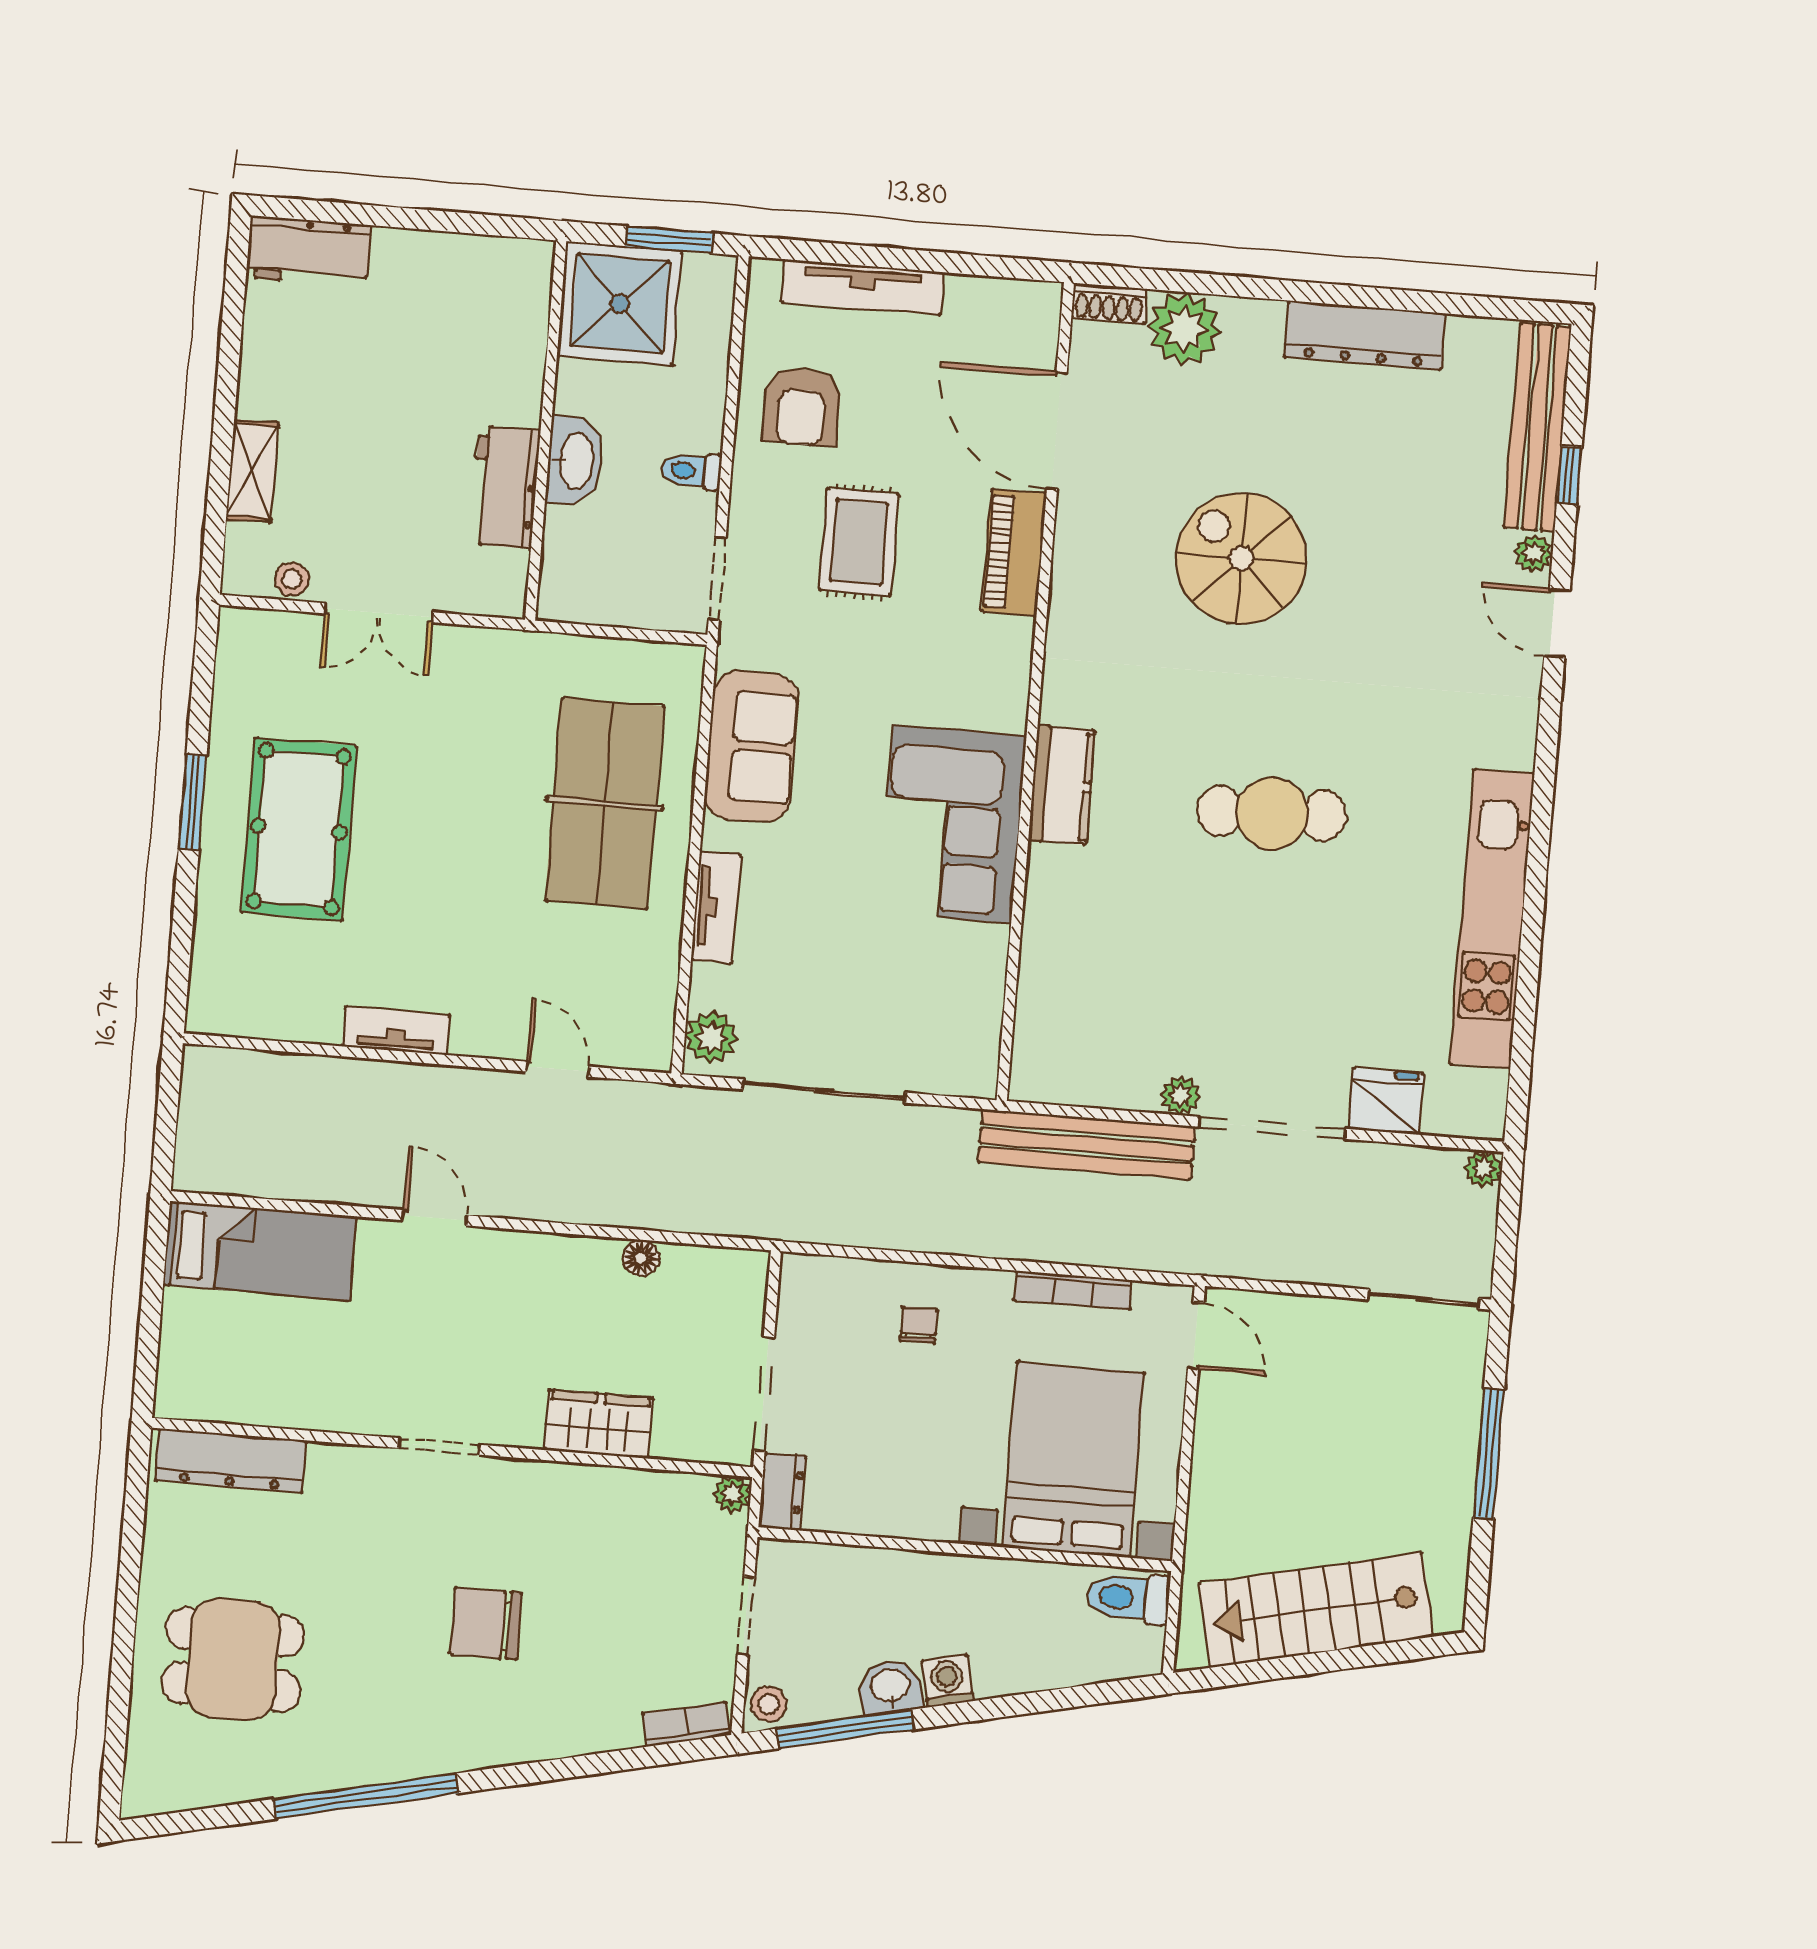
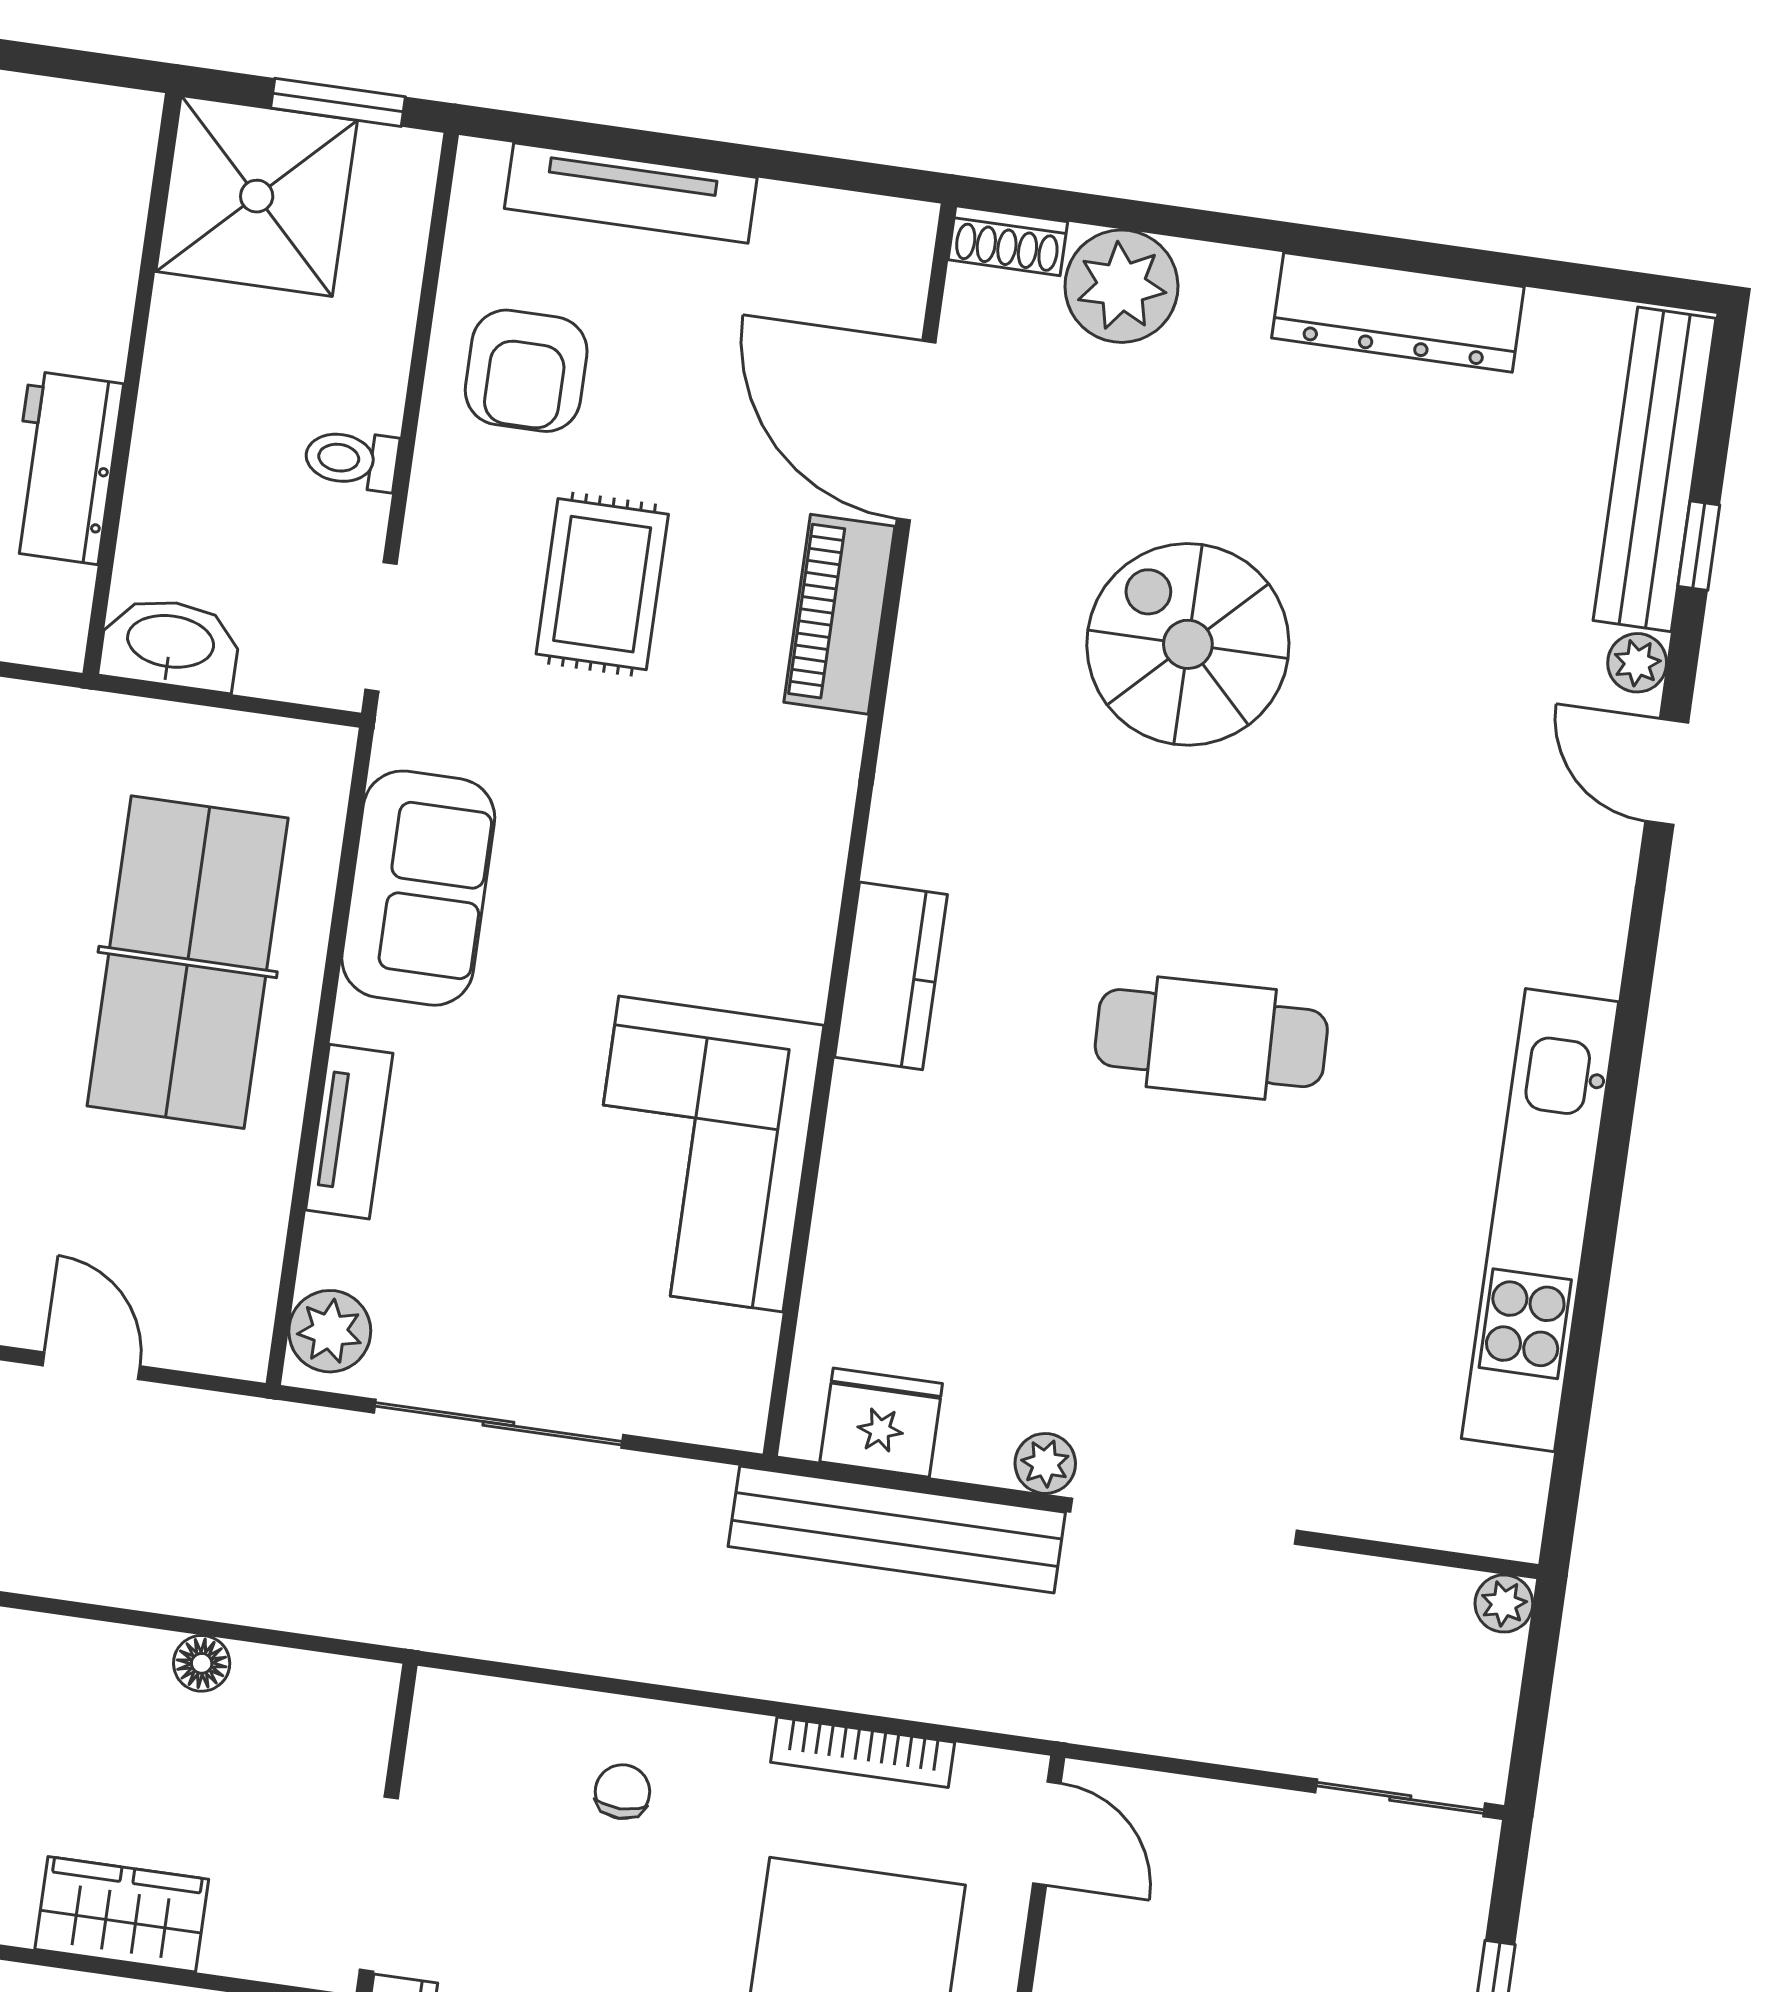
washbasin: (575, 461) -> (170, 644), moved, turned -90
corner sofa: (952, 824) -> (701, 1154), moved
fridge: (1386, 1101) -> (881, 1423), moved

